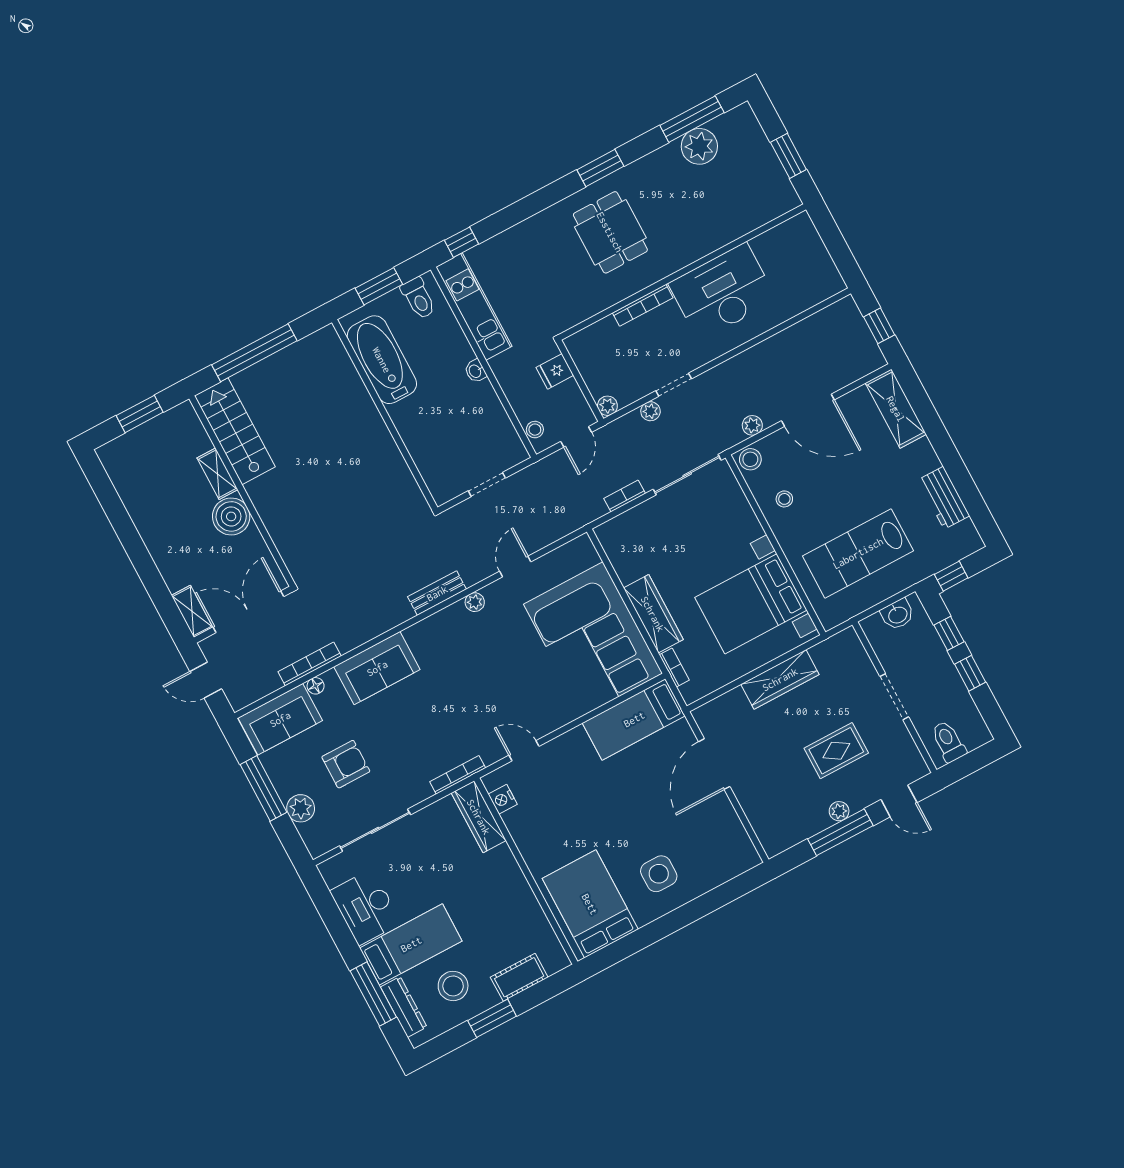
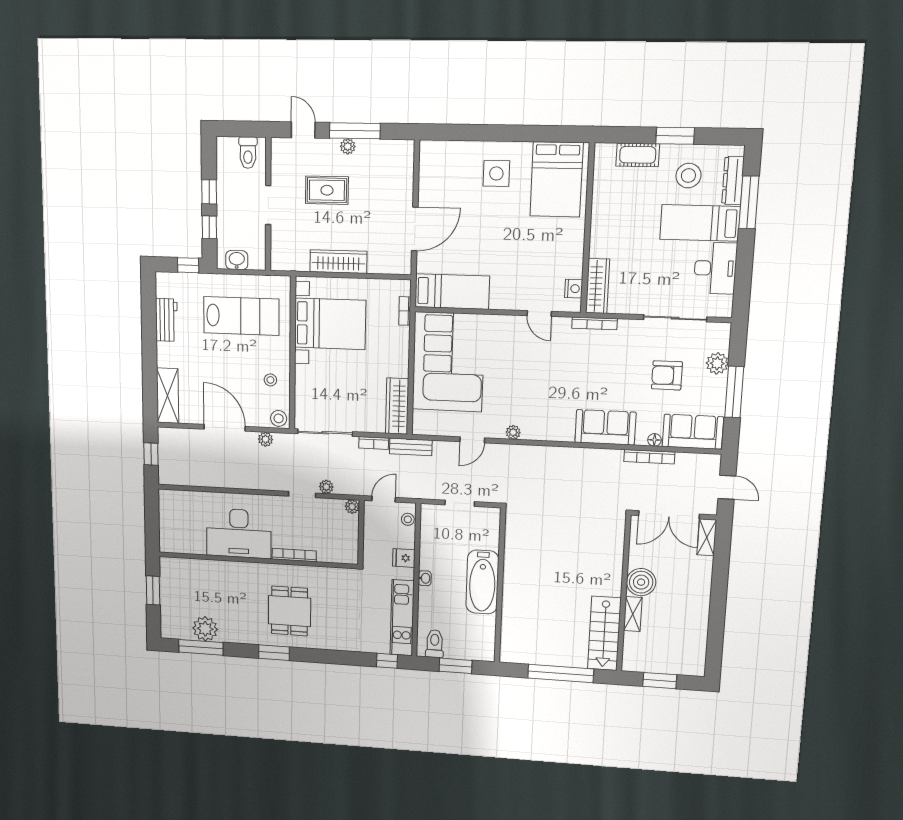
bathtub: (382, 360) -> (482, 582), moved
fridge: (555, 371) -> (404, 558), moved, turned 180
bench: (437, 593) -> (411, 447), moved
wardrobe: (653, 614) -> (397, 406), moved

